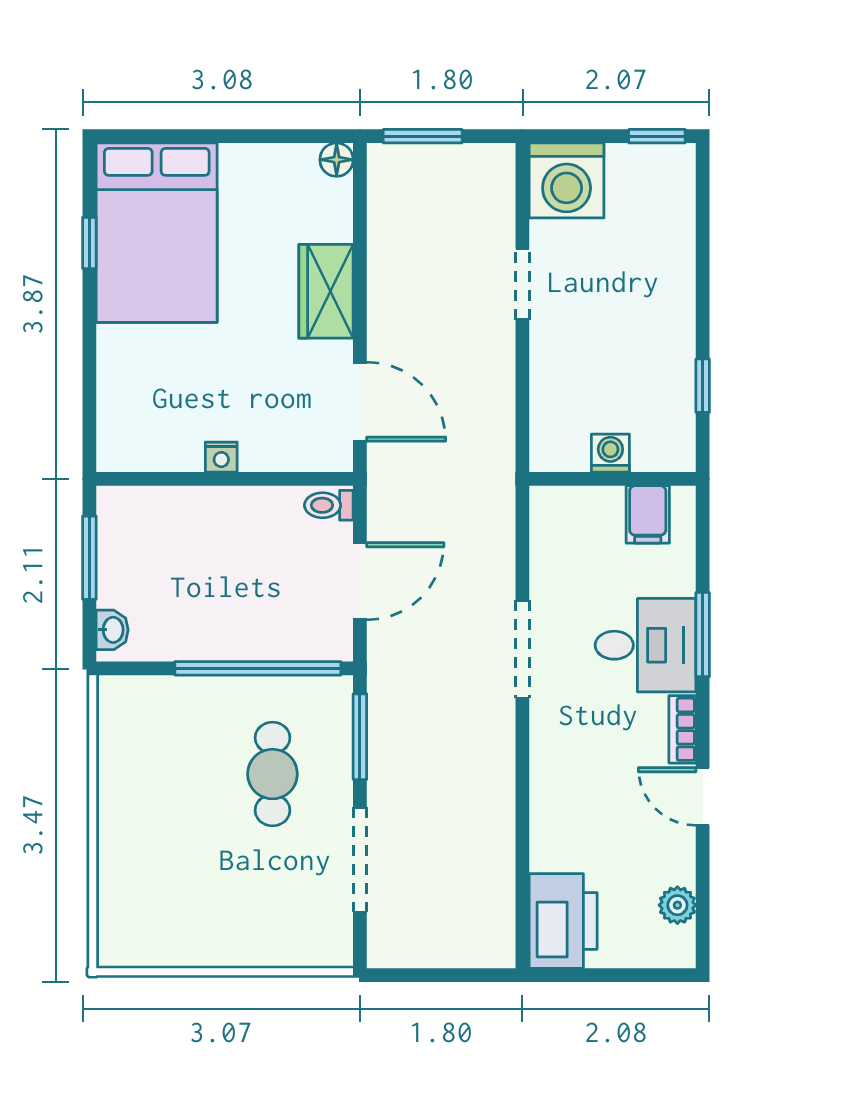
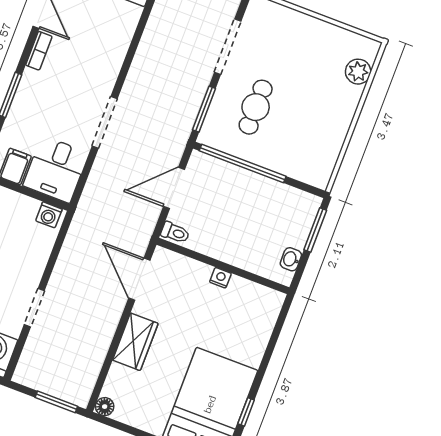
washing machine: (610, 453) -> (49, 215), moved
window: (89, 558) -> (315, 230), moved
washbasin: (112, 630) -> (291, 259), moved
desk: (646, 645) -> (56, 169), moved, turned -90
plant: (119, 902) -> (358, 72), added

